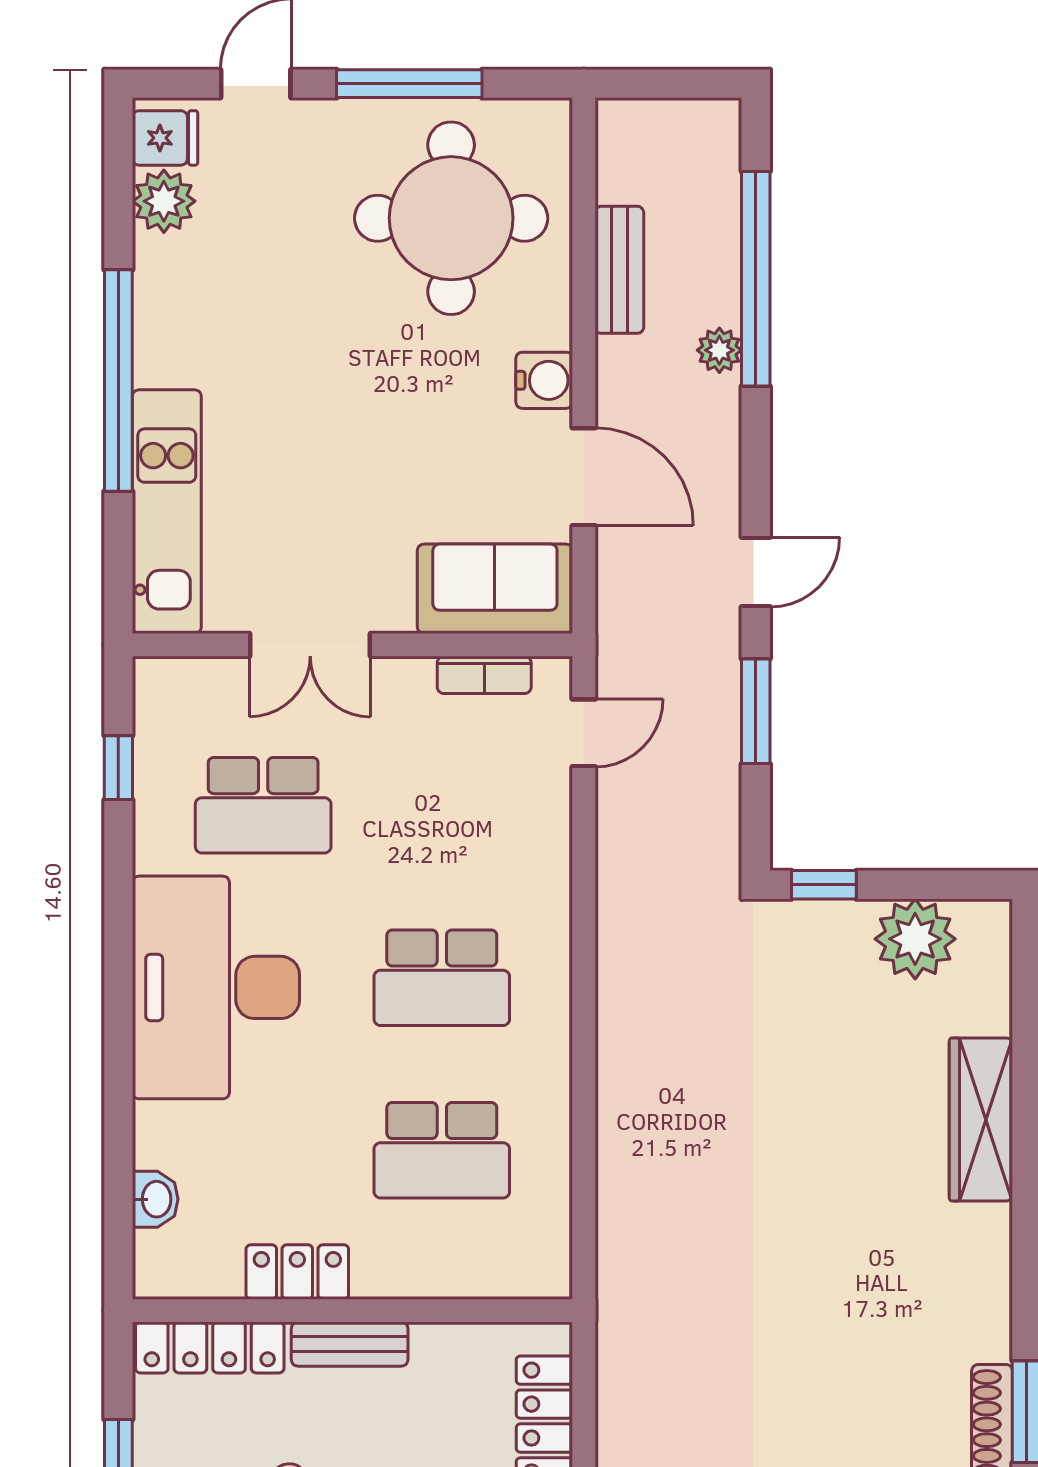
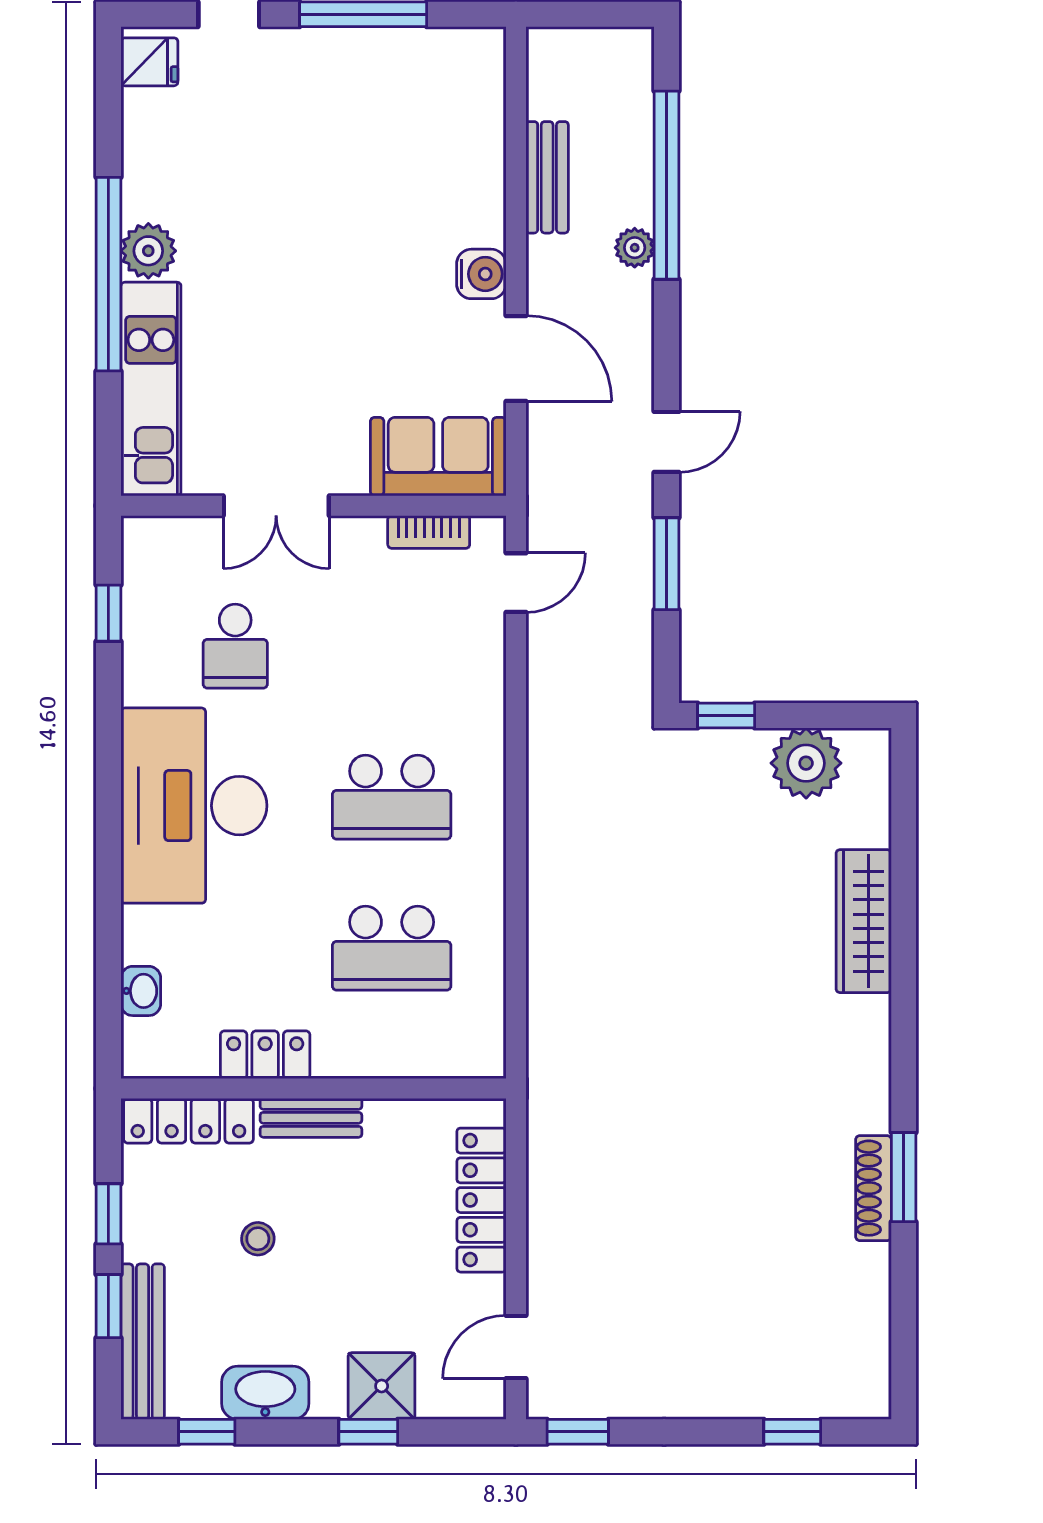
plant: (164, 201) -> (148, 251), moved
round table: (451, 218) -> (400, 132), removed
school desk: (263, 805) -> (235, 646), width x0.54

